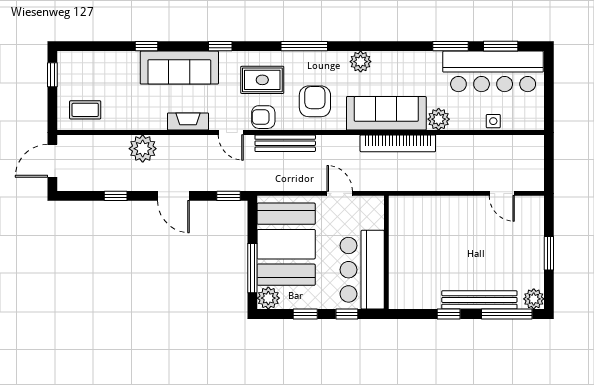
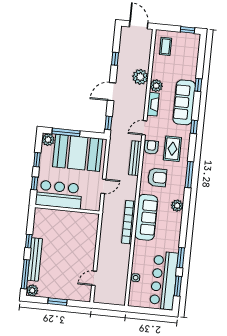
plant: (439, 119) -> (156, 86), moved

